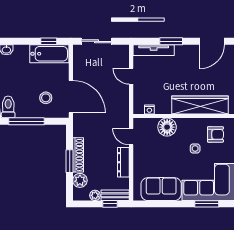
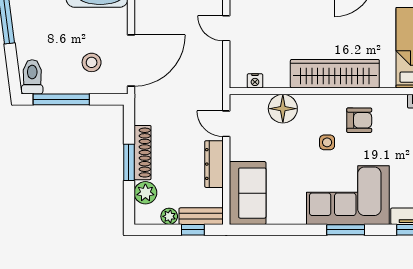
door: (71, 97) -> (131, 61), hinge flipped
sofa: (161, 189) -> (248, 193), moved, turned 90

